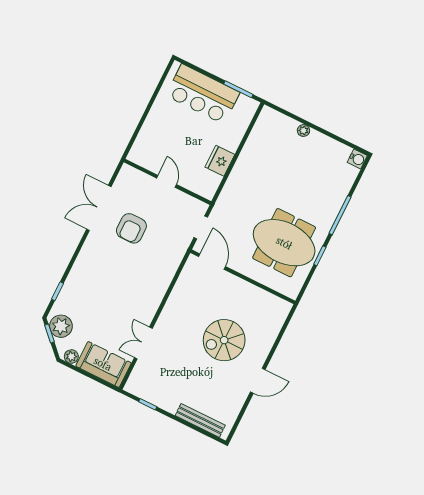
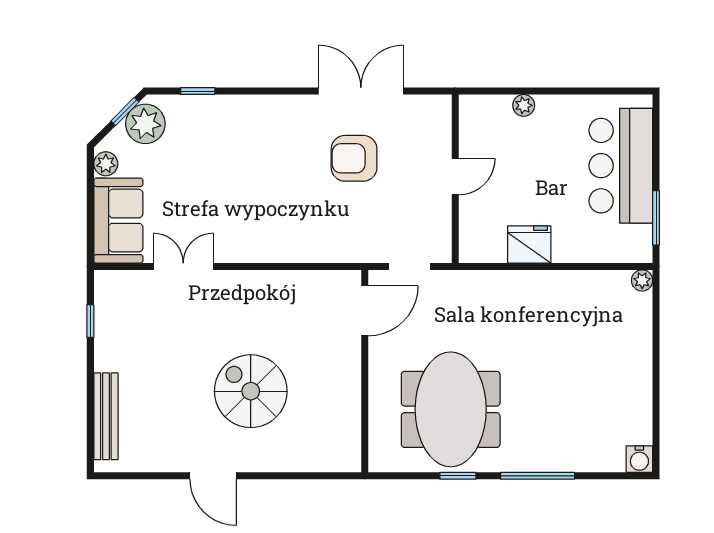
plant: (147, 128) -> (524, 105), added
plant: (303, 130) -> (642, 280), moved

